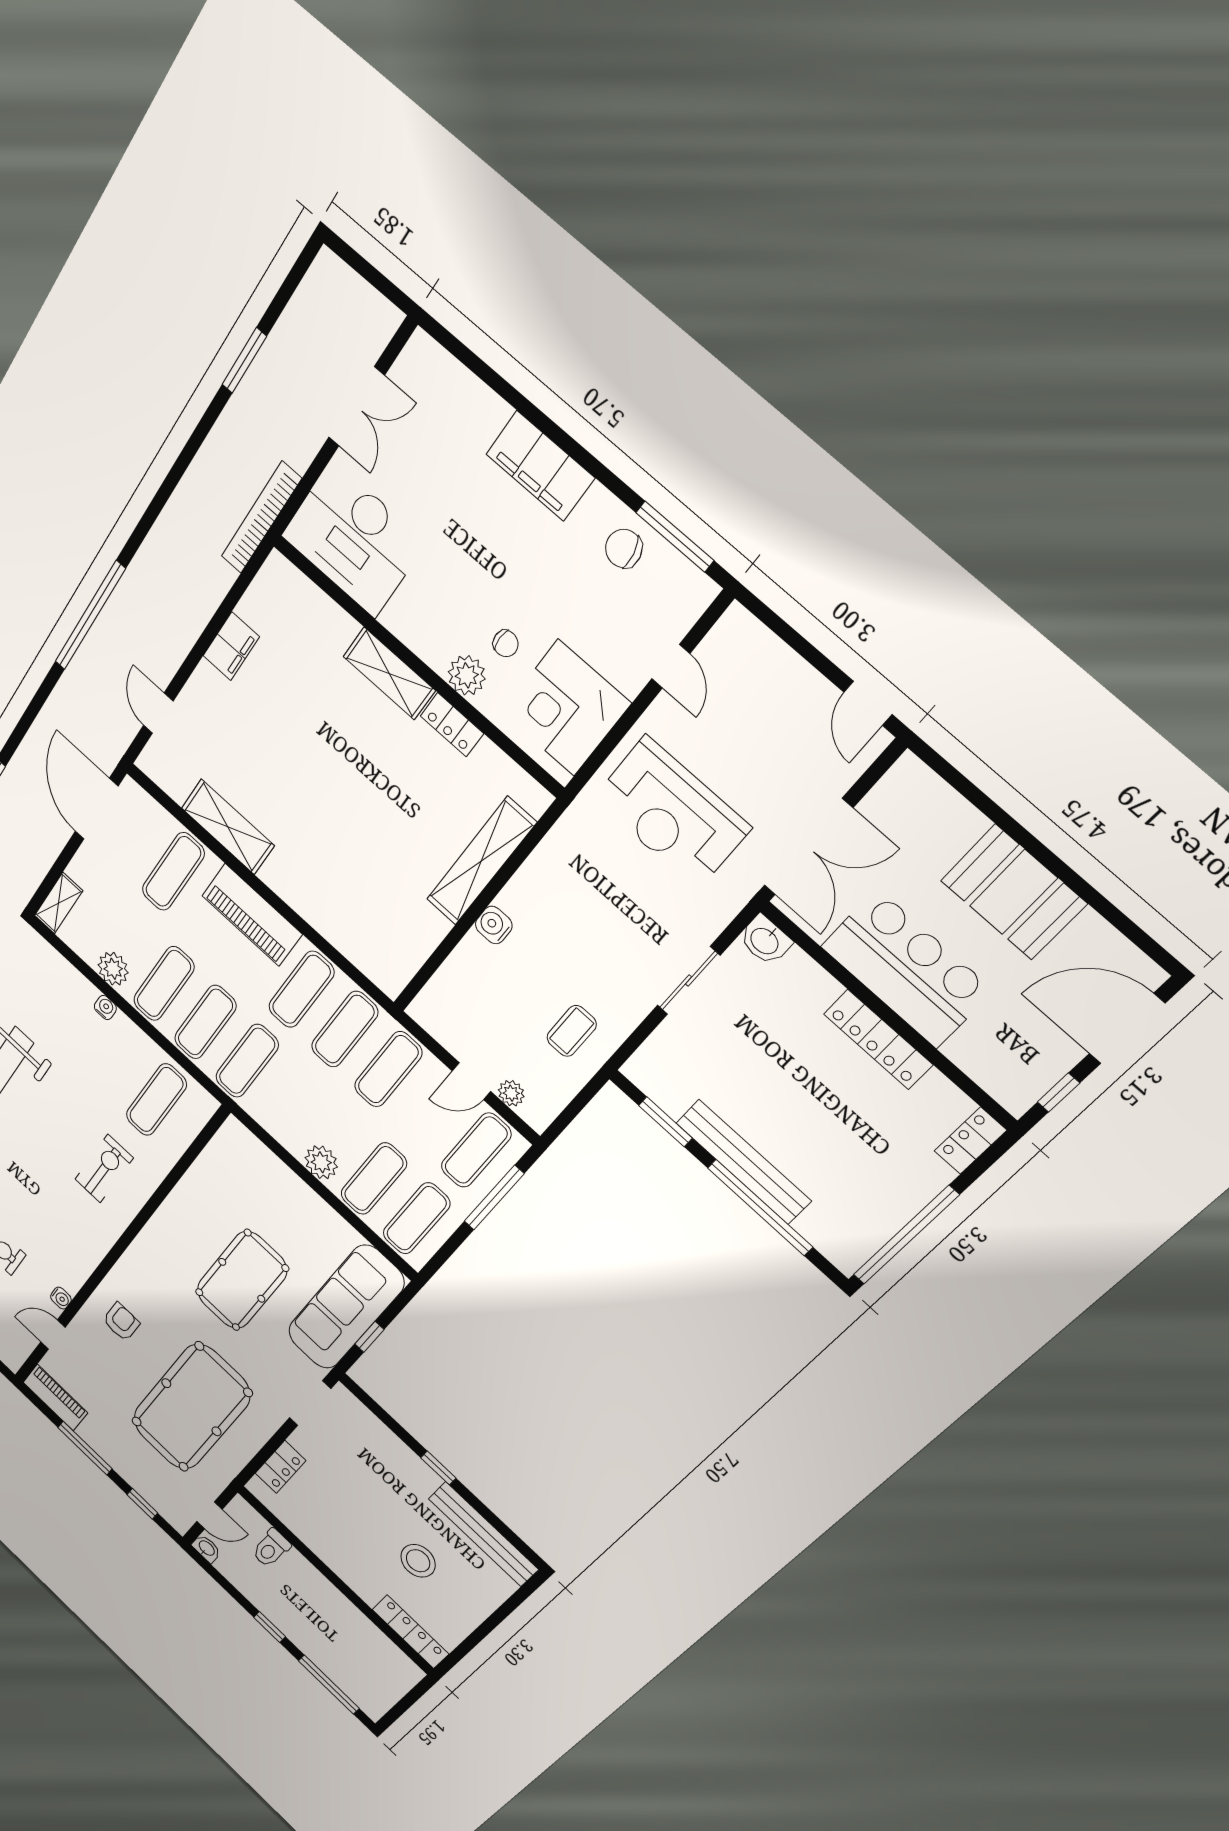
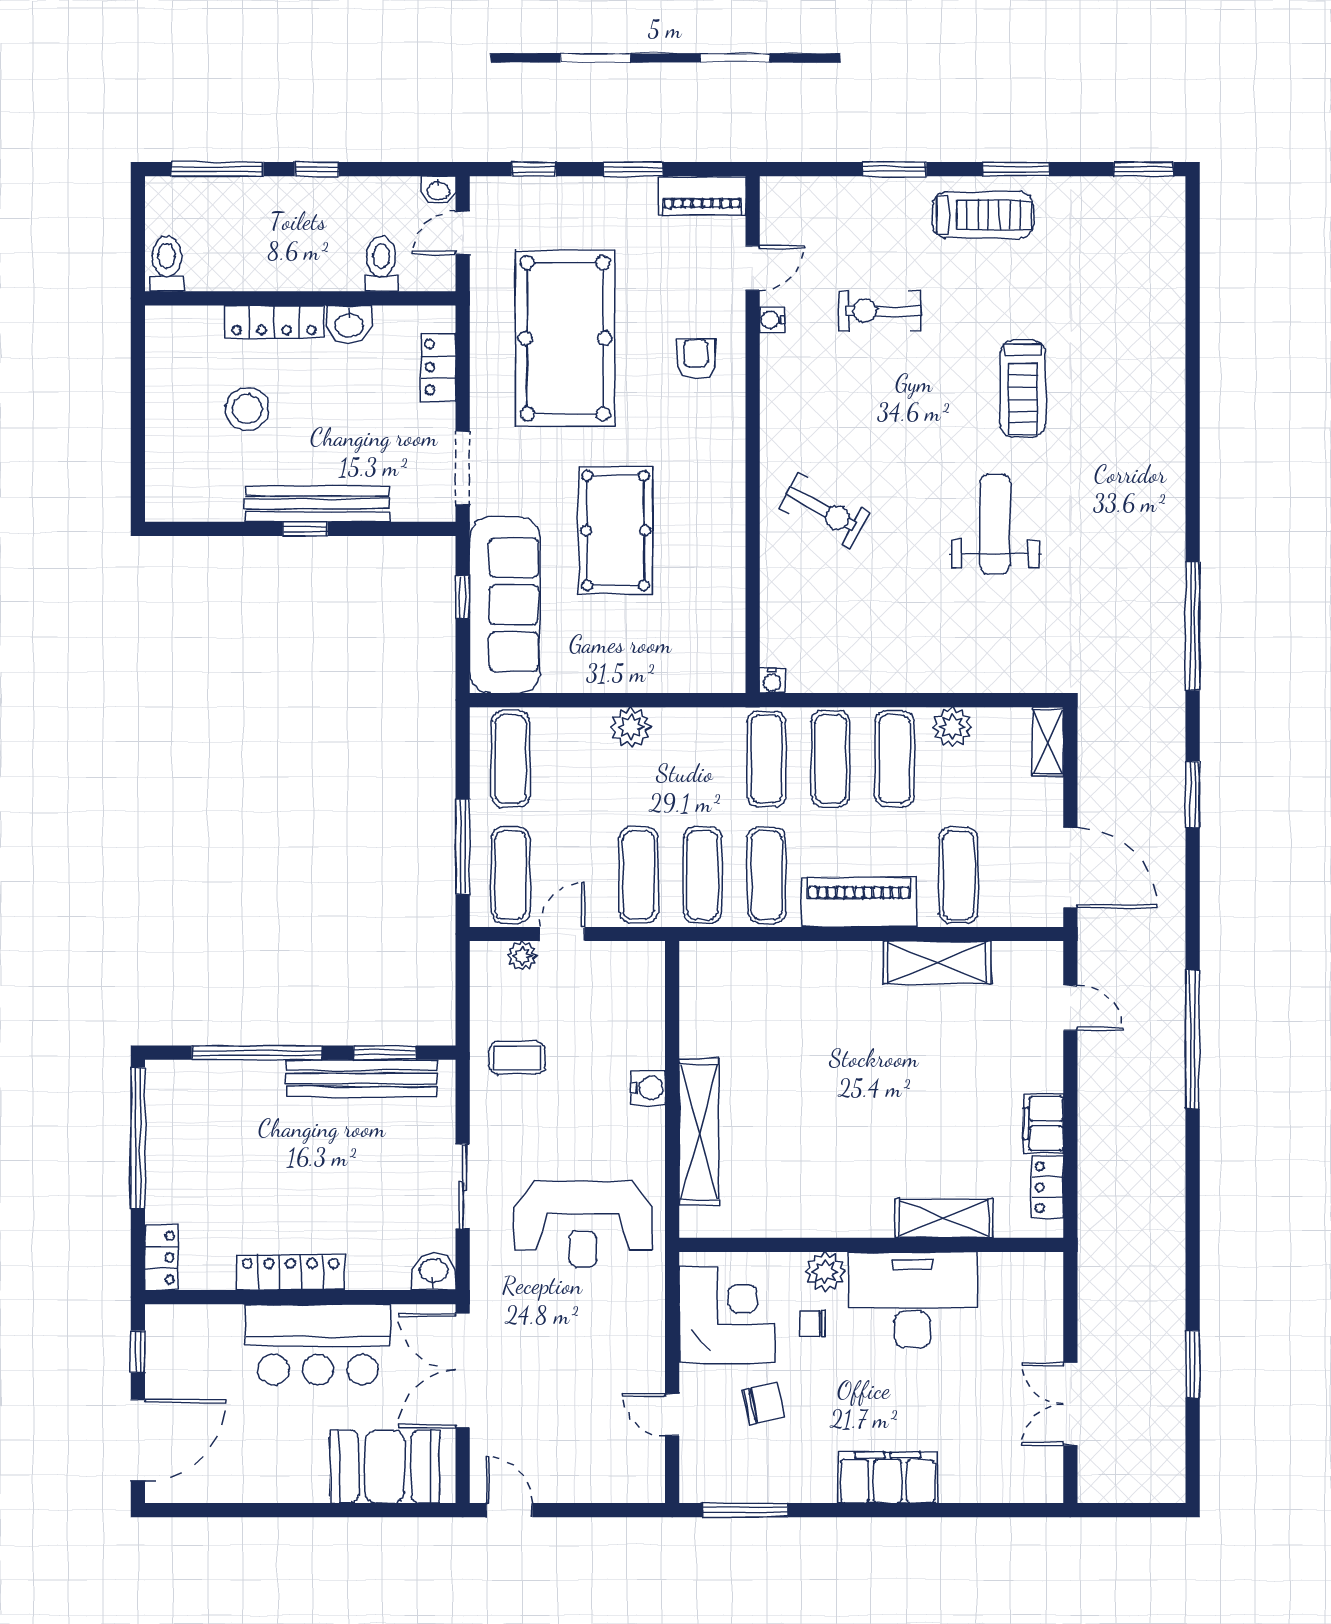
bookcase: (261, 518) -> (1091, 1252), removed
desk: (353, 539) -> (912, 1300), moved
chair: (624, 548) -> (764, 1404), moved
shelving: (389, 674) -> (944, 1218), moved
locker: (452, 725) -> (1048, 1187), moved, turned -90
reception desk: (672, 813) -> (583, 1224), moved, turned 180
booth: (1013, 892) -> (385, 1467), moved
water cooler: (105, 1007) -> (772, 681), moved
coffee table: (572, 1031) -> (517, 1058), turned 90
exercise mat: (156, 1100) -> (823, 635), removed
bench: (743, 1162) -> (361, 1078), moved
exercise bike: (104, 1169) -> (824, 510), turned -61
exercise mat: (374, 1179) -> (575, 759), removed
armchair: (121, 1322) -> (696, 359), turned 180
window: (85, 1448) -> (633, 169), width x0.69
bench: (483, 1534) -> (318, 504), moved
washbasin: (317, 1540) -> (349, 324), added
locker: (410, 1632) -> (274, 322), moved
toilet: (401, 1674) -> (167, 264), added

